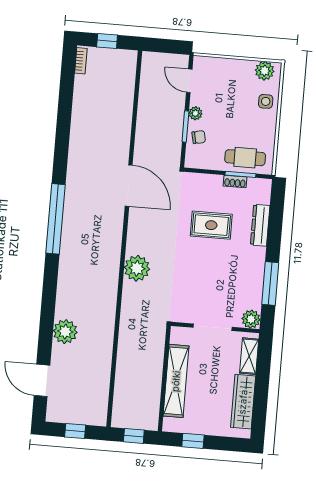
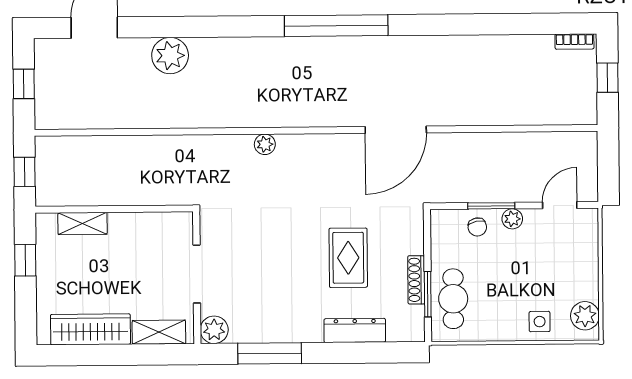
shoe rack: (235, 182) -> (416, 280), width x1.43
plant: (137, 268) -> (265, 144), width x0.53, depth x0.53
shelving: (176, 381) -> (83, 223), width x0.45, depth x0.75

